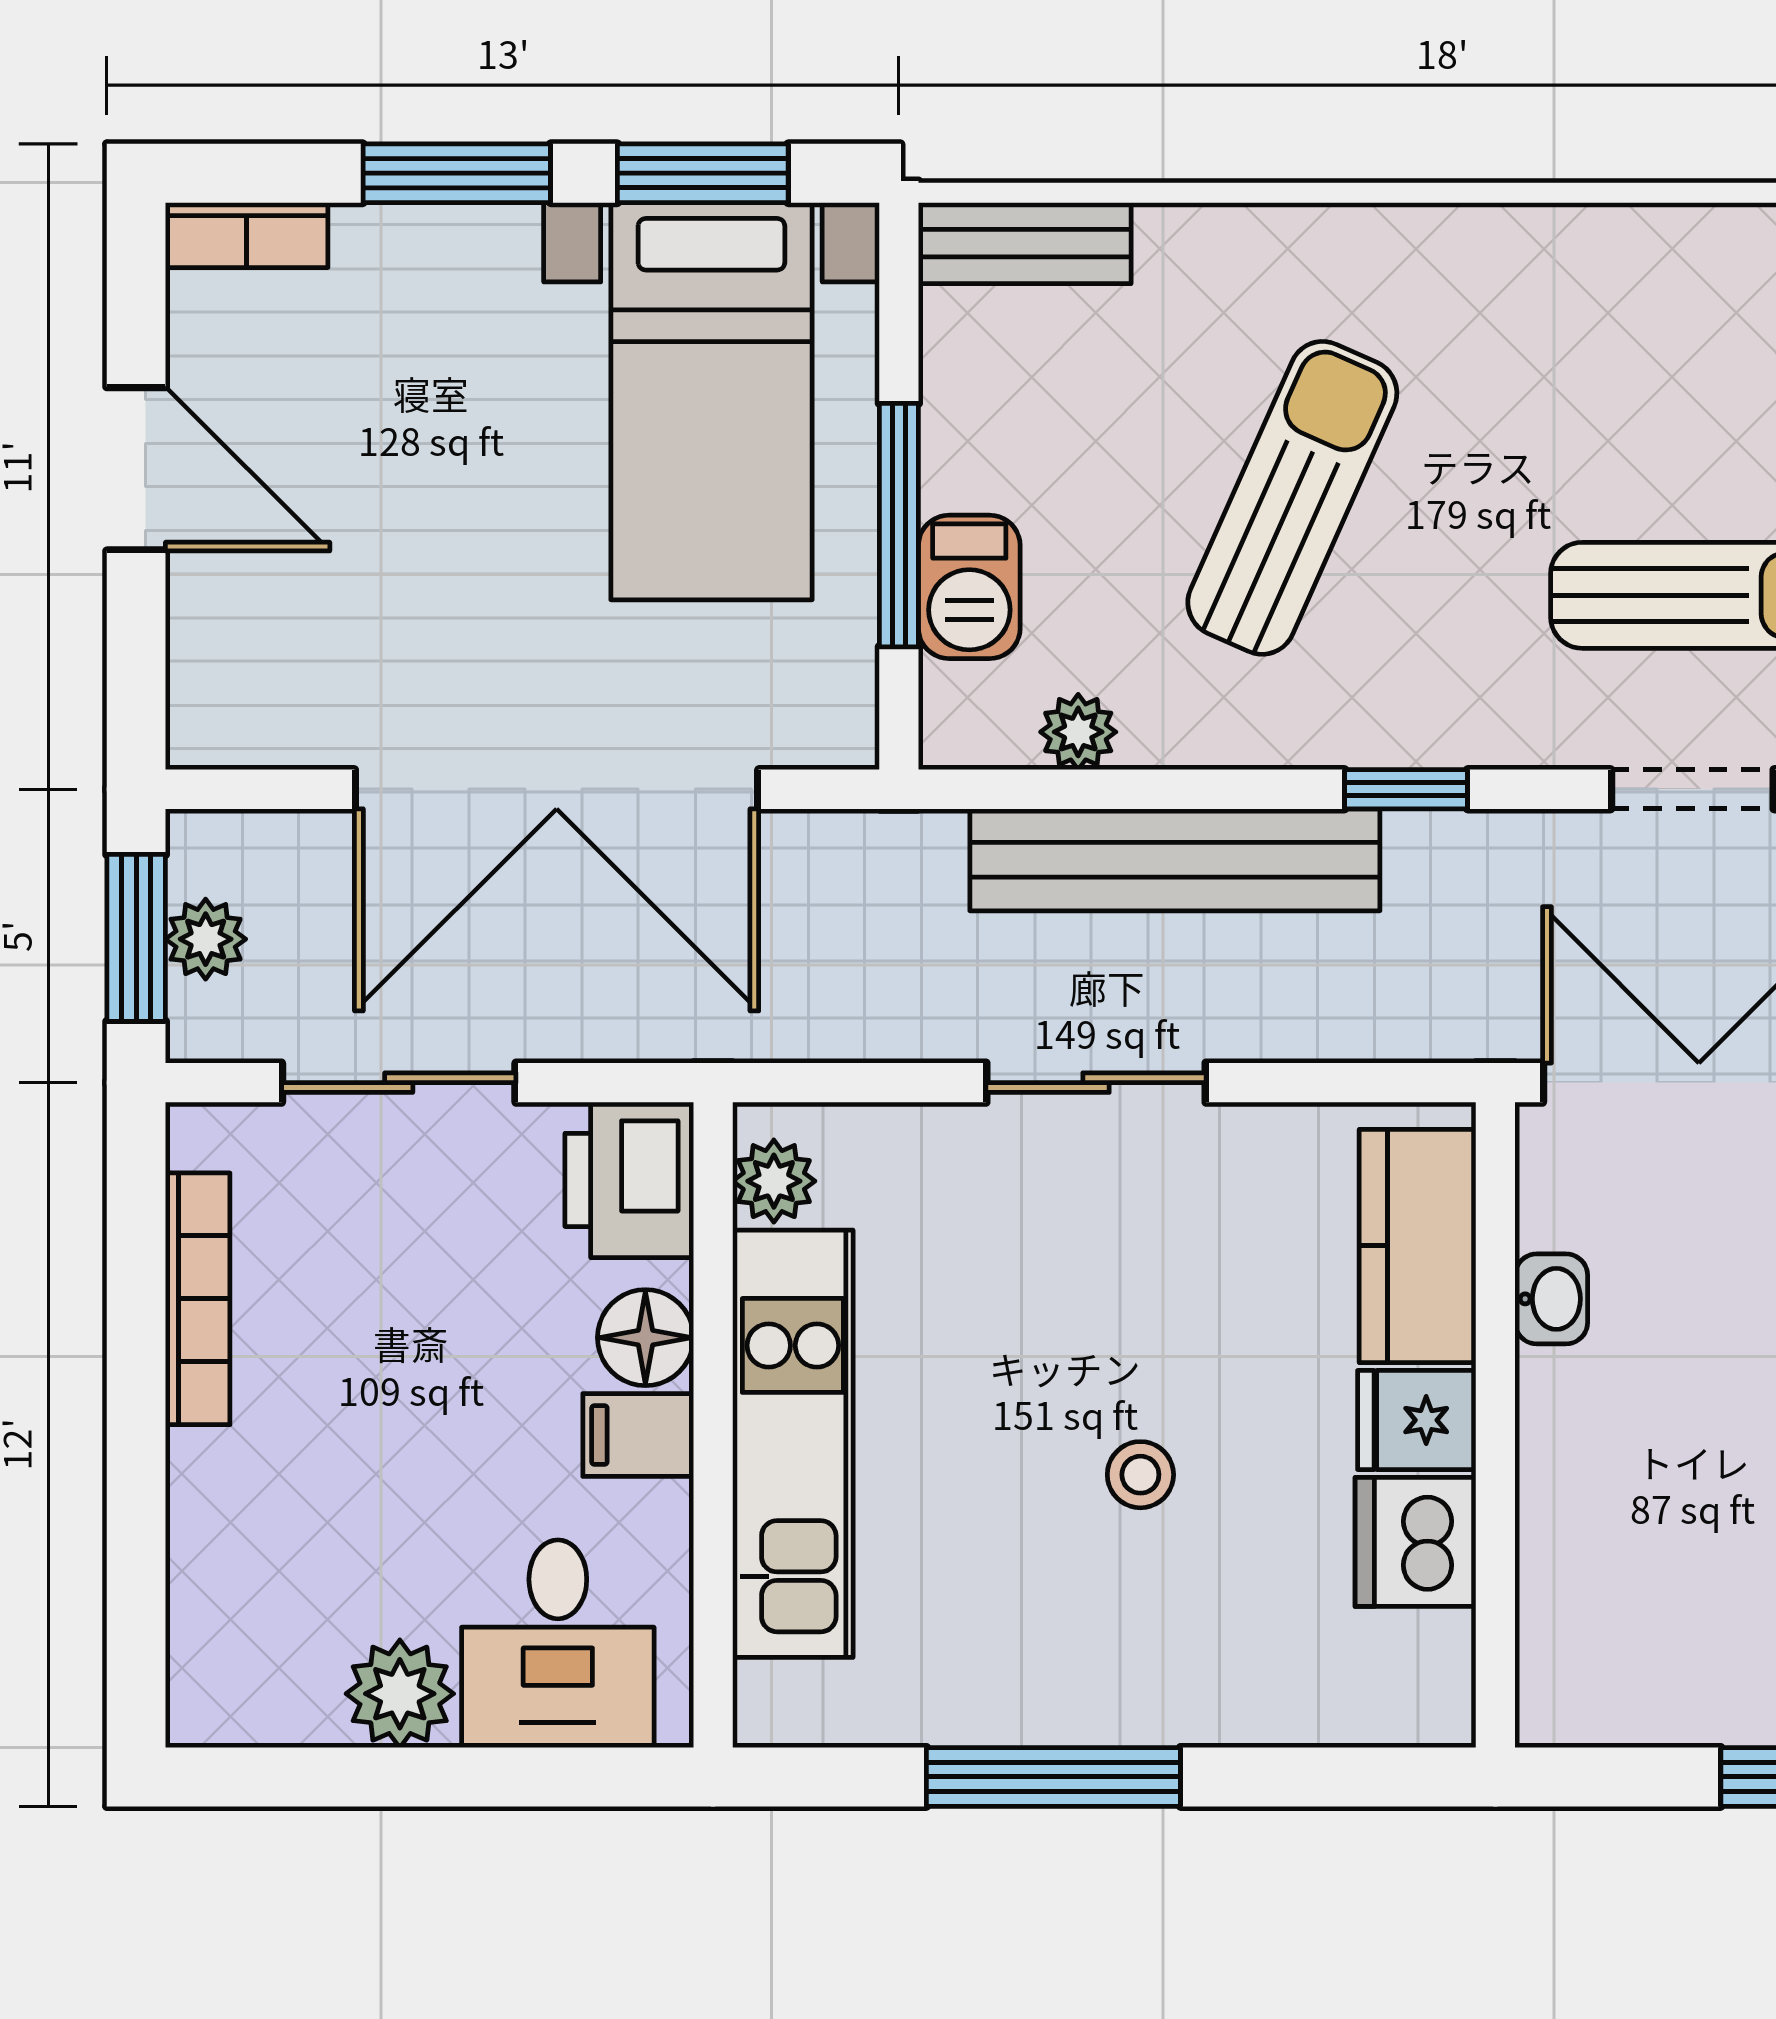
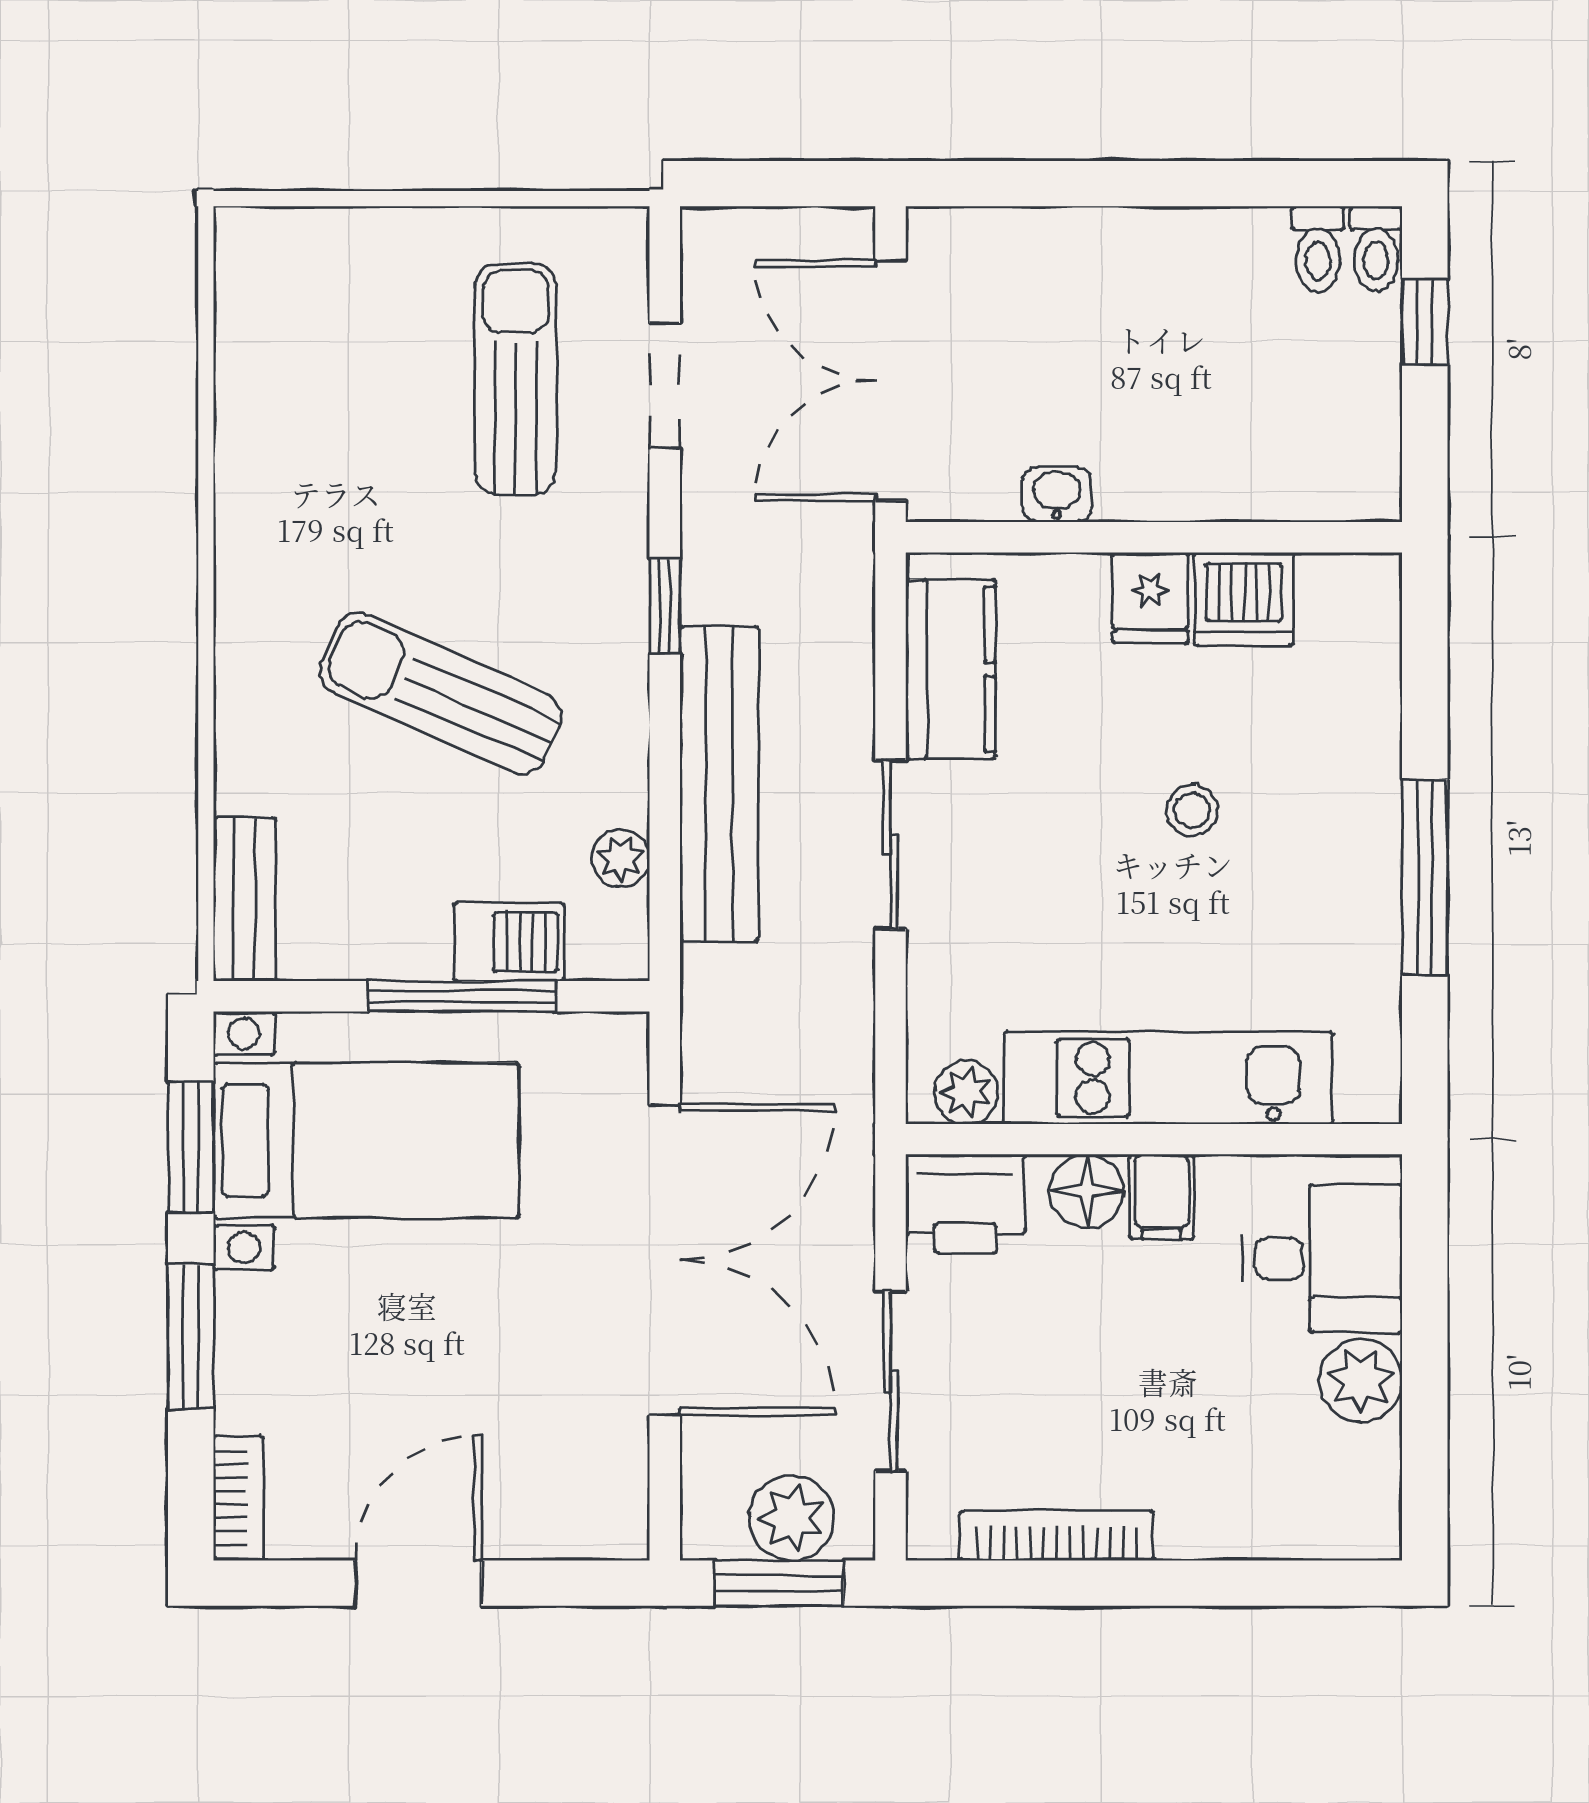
plant: (206, 939) -> (792, 1518), width x1.38, depth x1.38
kitchen counter: (1417, 1246) -> (950, 669), moved, turned -90

